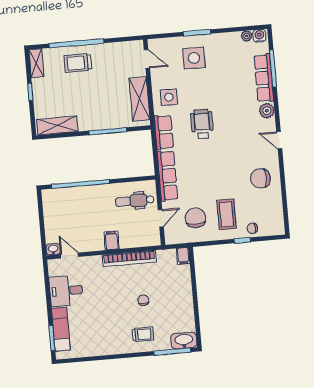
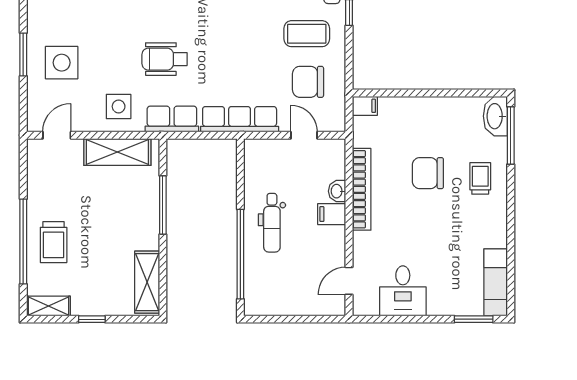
dental chair: (135, 201) -> (272, 223), moved
washbasin: (53, 249) -> (337, 191), moved
chair: (143, 300) -> (428, 173), width x1.87, depth x1.87
exam couch: (61, 329) -> (496, 282), moved, turned -90

